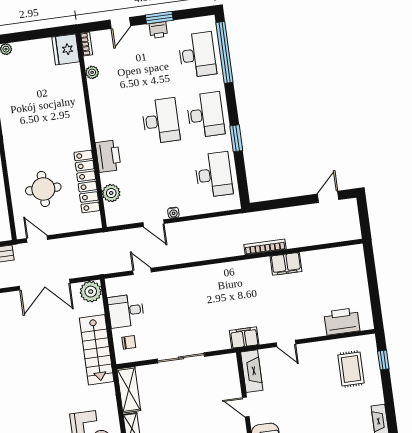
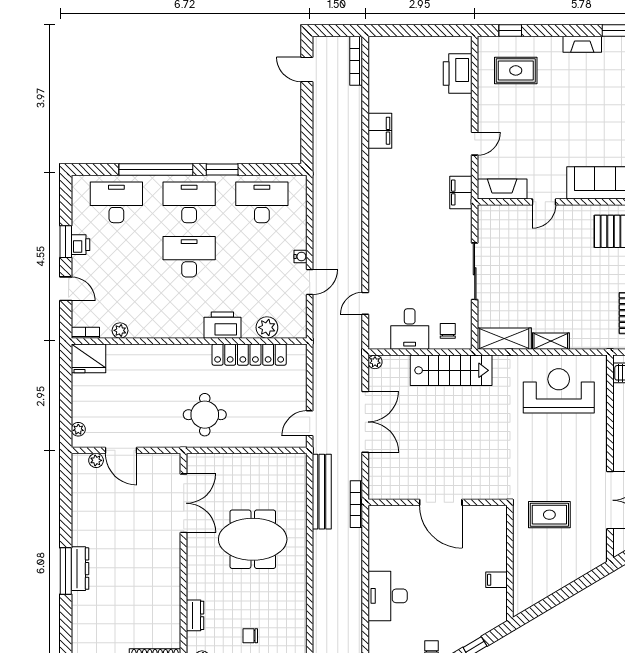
window: (224, 52) -> (156, 170), moved
round table: (43, 189) -> (205, 415), moved
bookcase: (265, 247) -> (356, 61), moved
plant: (91, 292) -> (375, 362), width x0.53, depth x0.53

